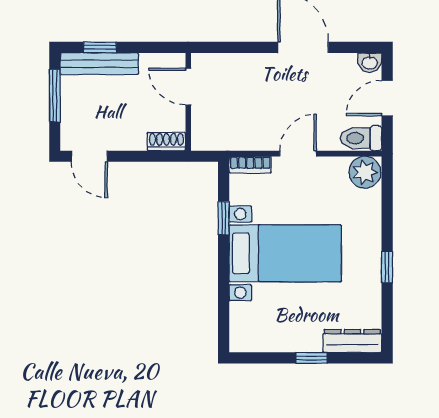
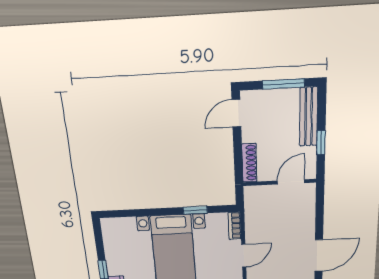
window: (100, 47) -> (321, 143), moved
shoe rack: (166, 142) -> (249, 163), width x1.43
door: (298, 154) -> (244, 256), hinge flipped

